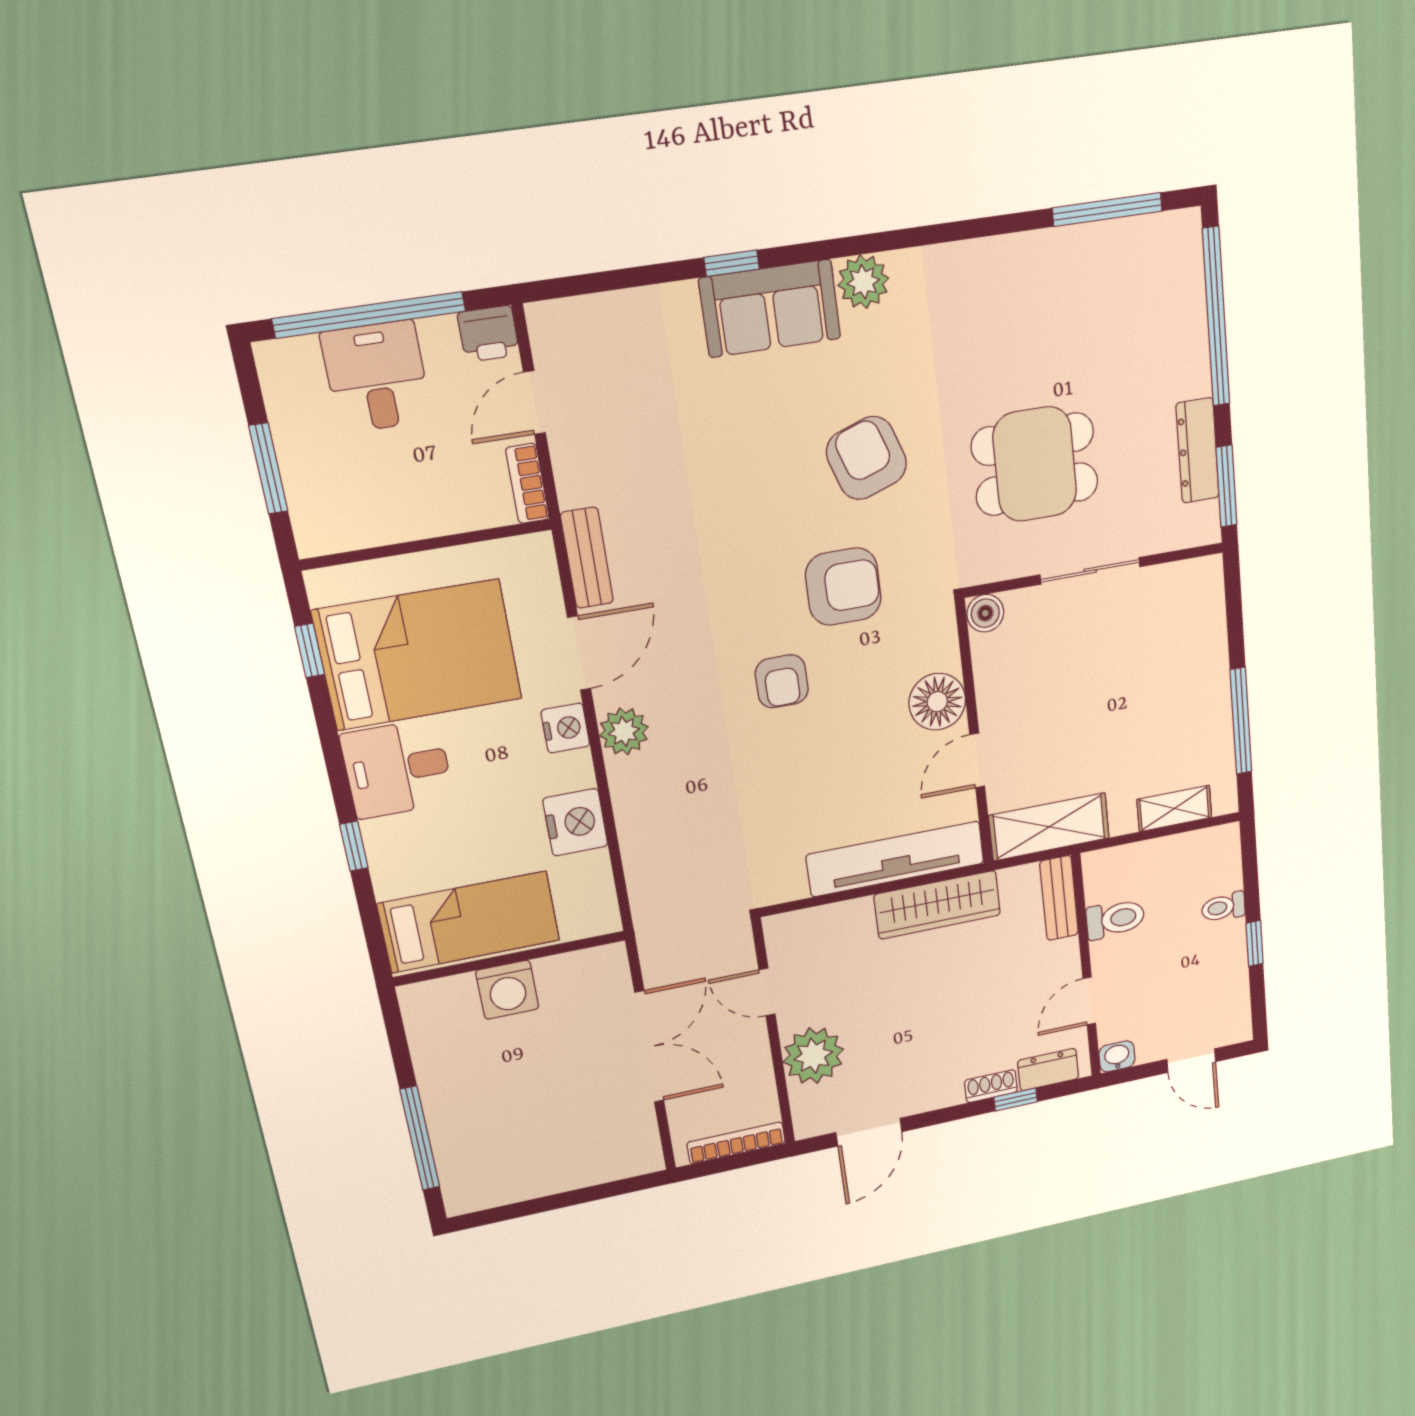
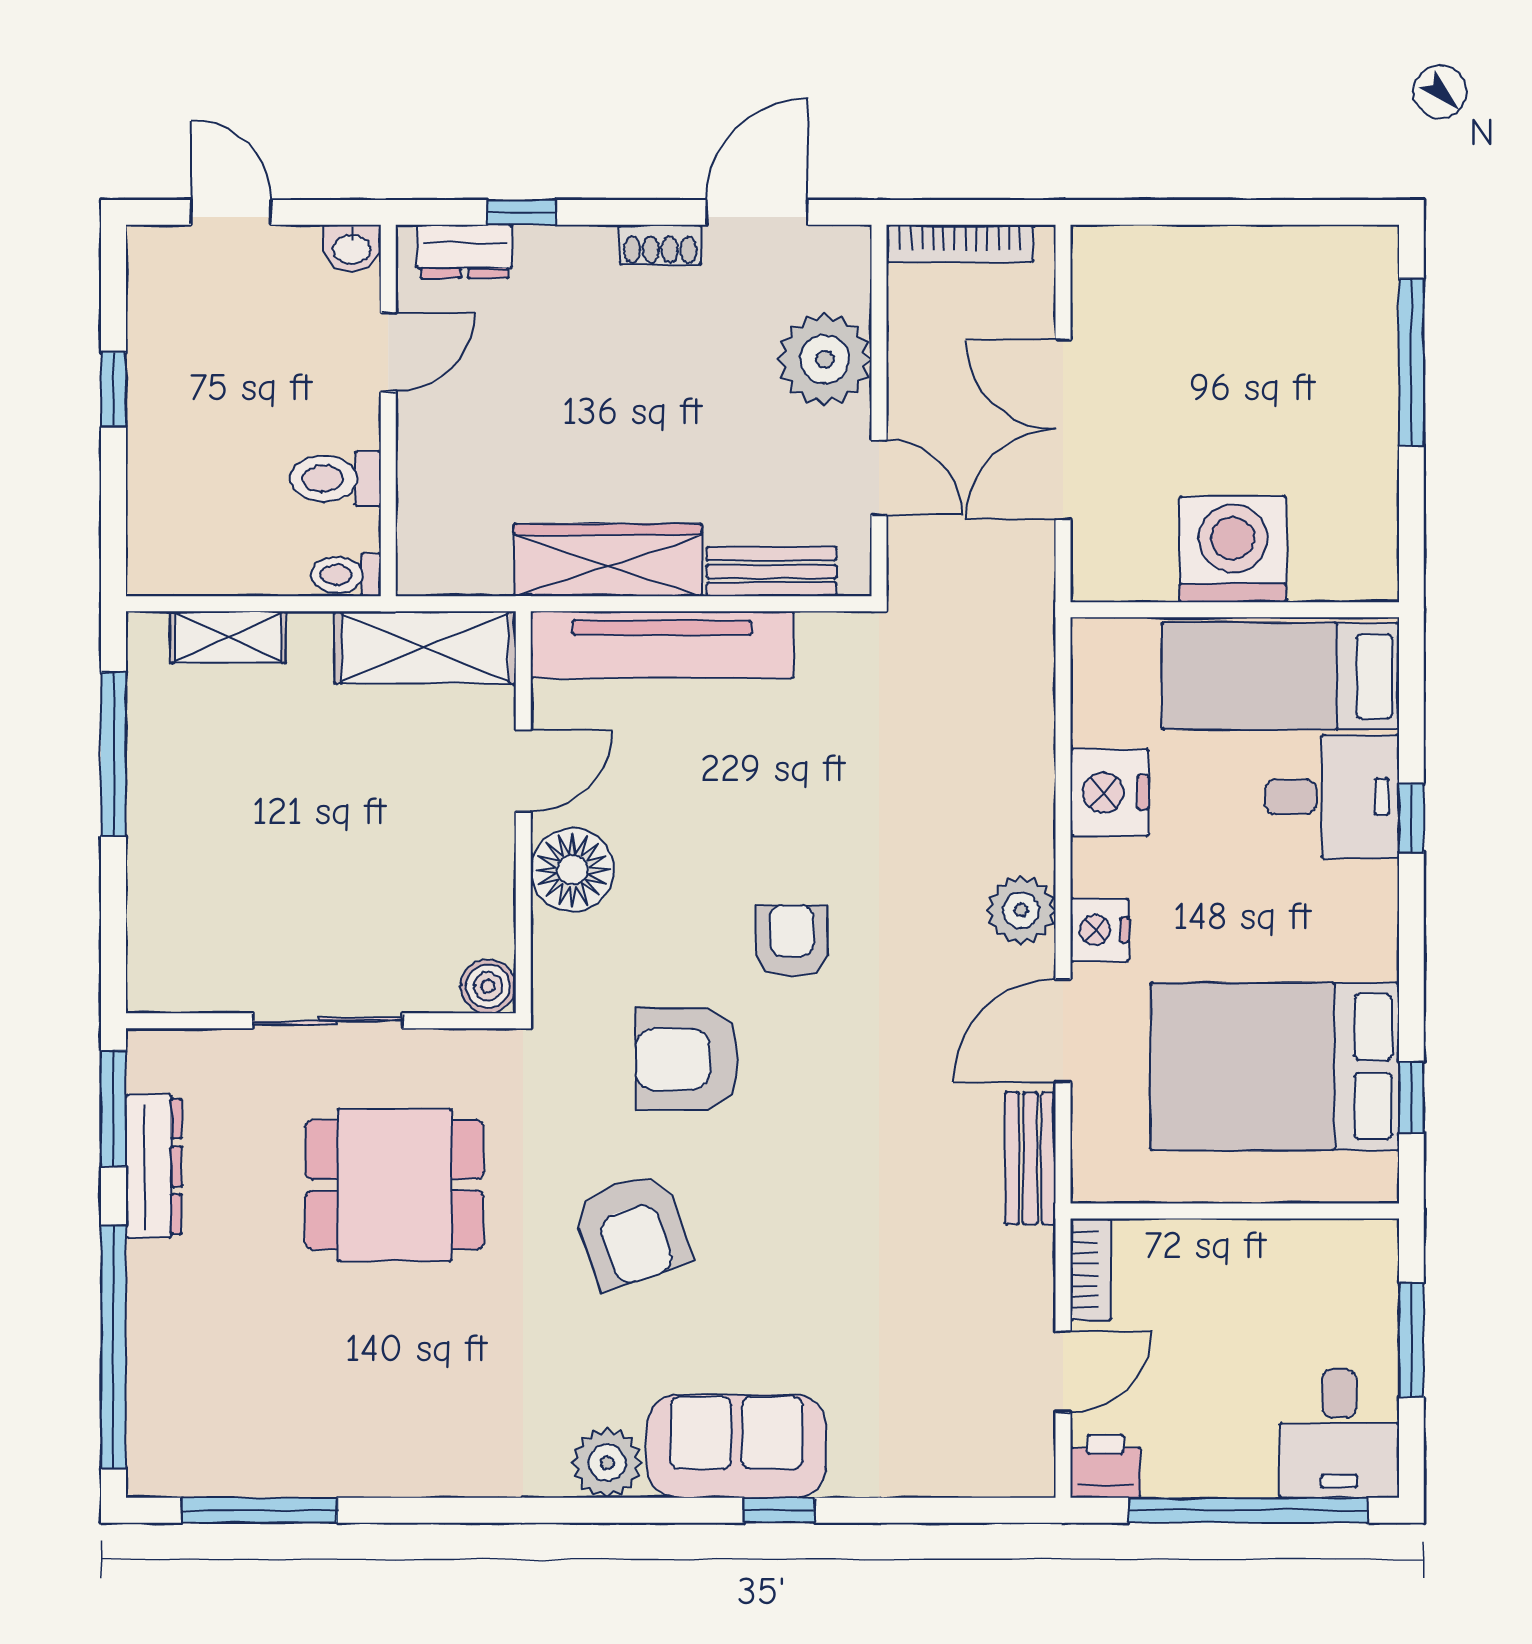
desk: (376, 377) -> (1339, 1433), moved
desk: (397, 769) -> (1332, 797), moved
bench: (1059, 898) -> (772, 571), moved, turned 90
toilet: (1223, 907) -> (346, 575), moved, turned 180
washing machine: (507, 990) -> (1233, 549), width x1.37, depth x1.37
shoe rack: (991, 1086) -> (660, 244), moved

